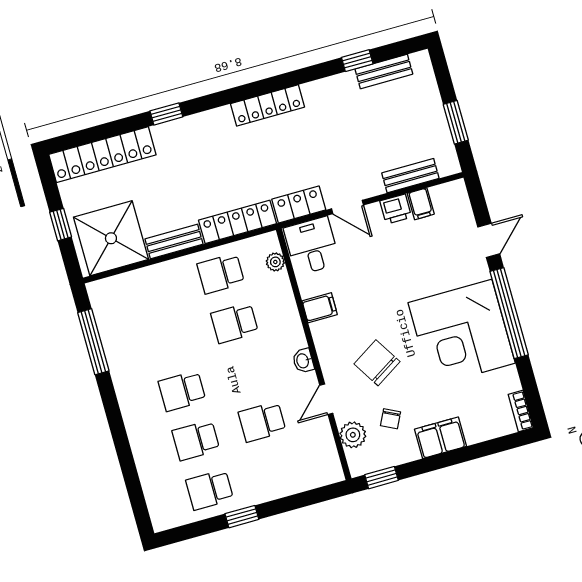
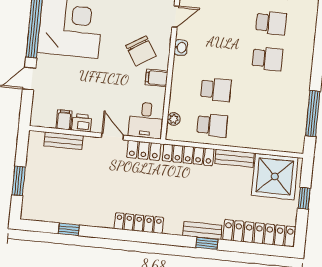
bench: (384, 72) -> (202, 230), moved
window: (456, 122) -> (19, 181), moved
chair: (377, 363) -> (141, 51), moved
school desk: (262, 422) -> (223, 18), removed

